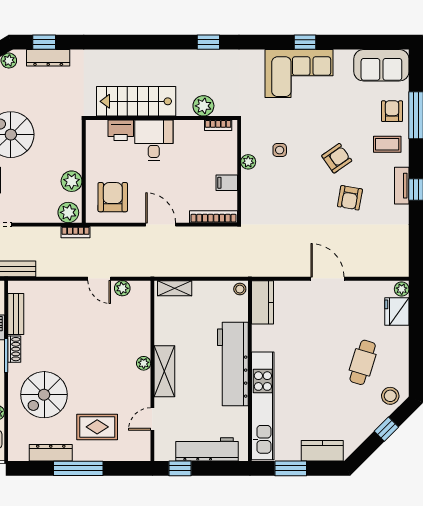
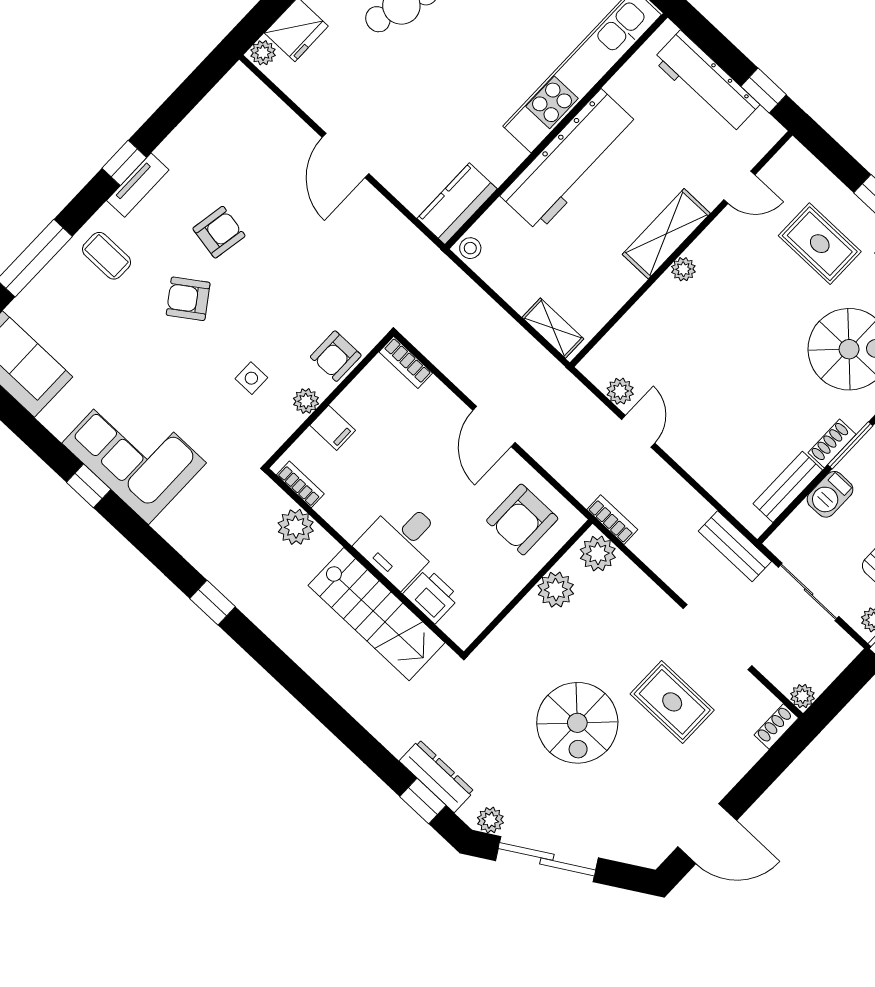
armchair: (392, 111) -> (336, 356), moved
filing cabinet: (227, 183) -> (333, 428), moved
bookcase: (213, 217) -> (406, 362), width x0.64

